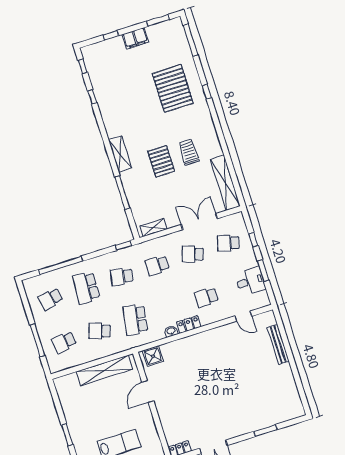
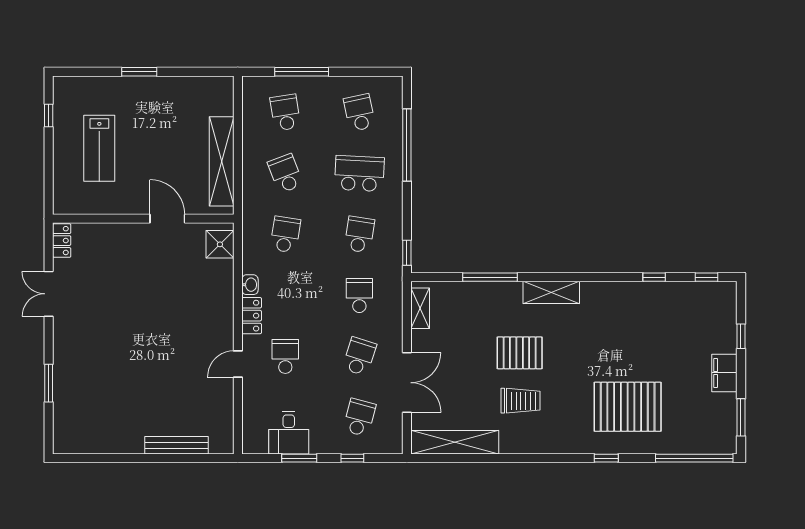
window: (191, 40) -> (694, 458), width x1.46
door: (243, 316) -> (238, 364), moved
school desk: (135, 320) -> (285, 234), width x0.54
school desk: (100, 331) -> (285, 174), turned -39

